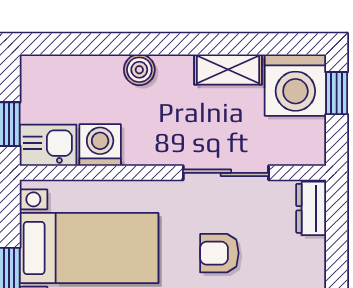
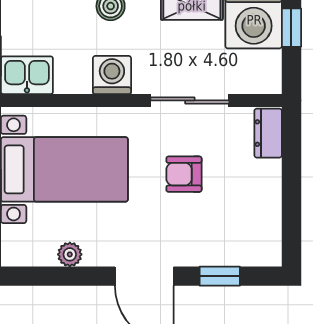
washing machine: (100, 145) -> (112, 75), moved

